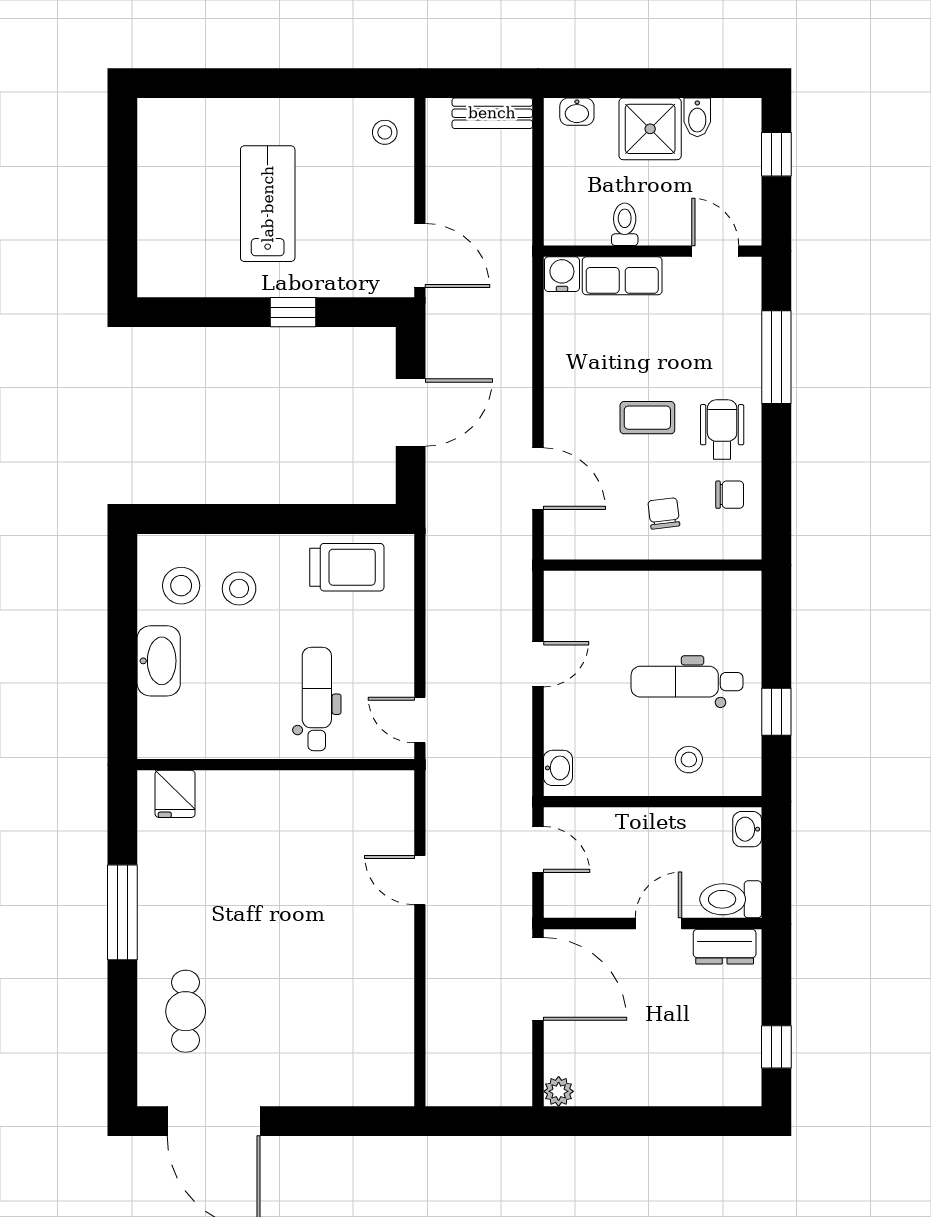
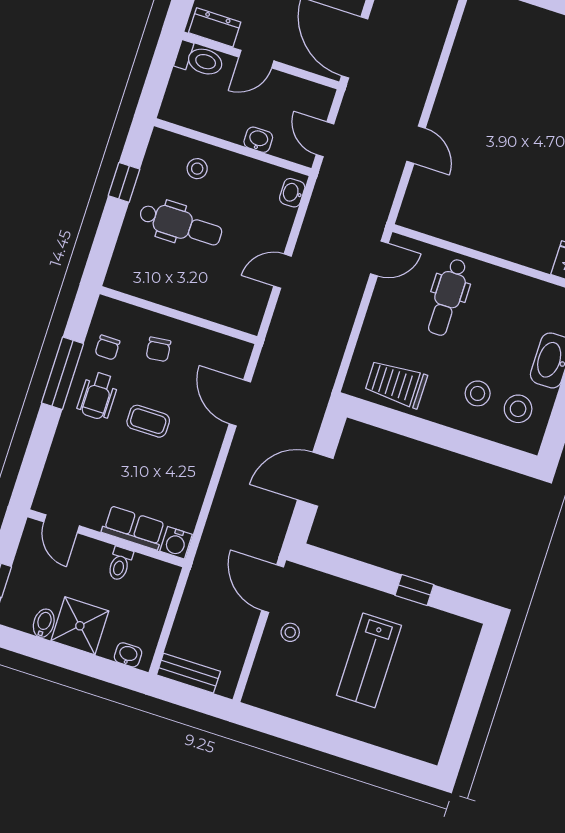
stool: (385, 132) -> (290, 632), moved
window: (293, 312) -> (414, 590), moved
window: (776, 357) -> (62, 373), moved
chair: (730, 495) -> (107, 348), turned -90
door: (420, 720) -> (379, 258), hinge flipped
washbasin: (747, 829) -> (258, 140), moved, turned -90

